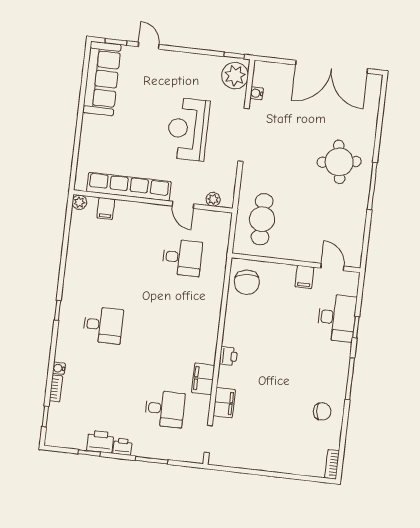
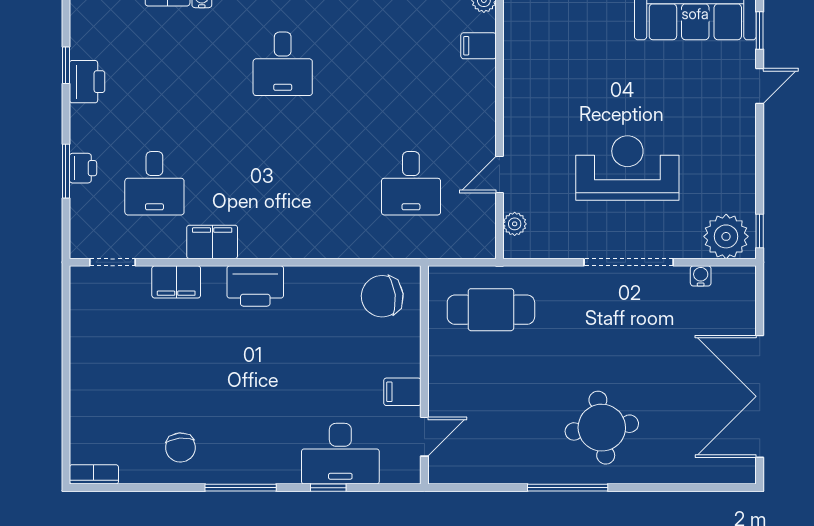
row of seats: (129, 187) -> (520, 80), removed
printer: (228, 356) -> (255, 286), width x1.87, depth x1.48
printer: (123, 447) -> (83, 168), moved

